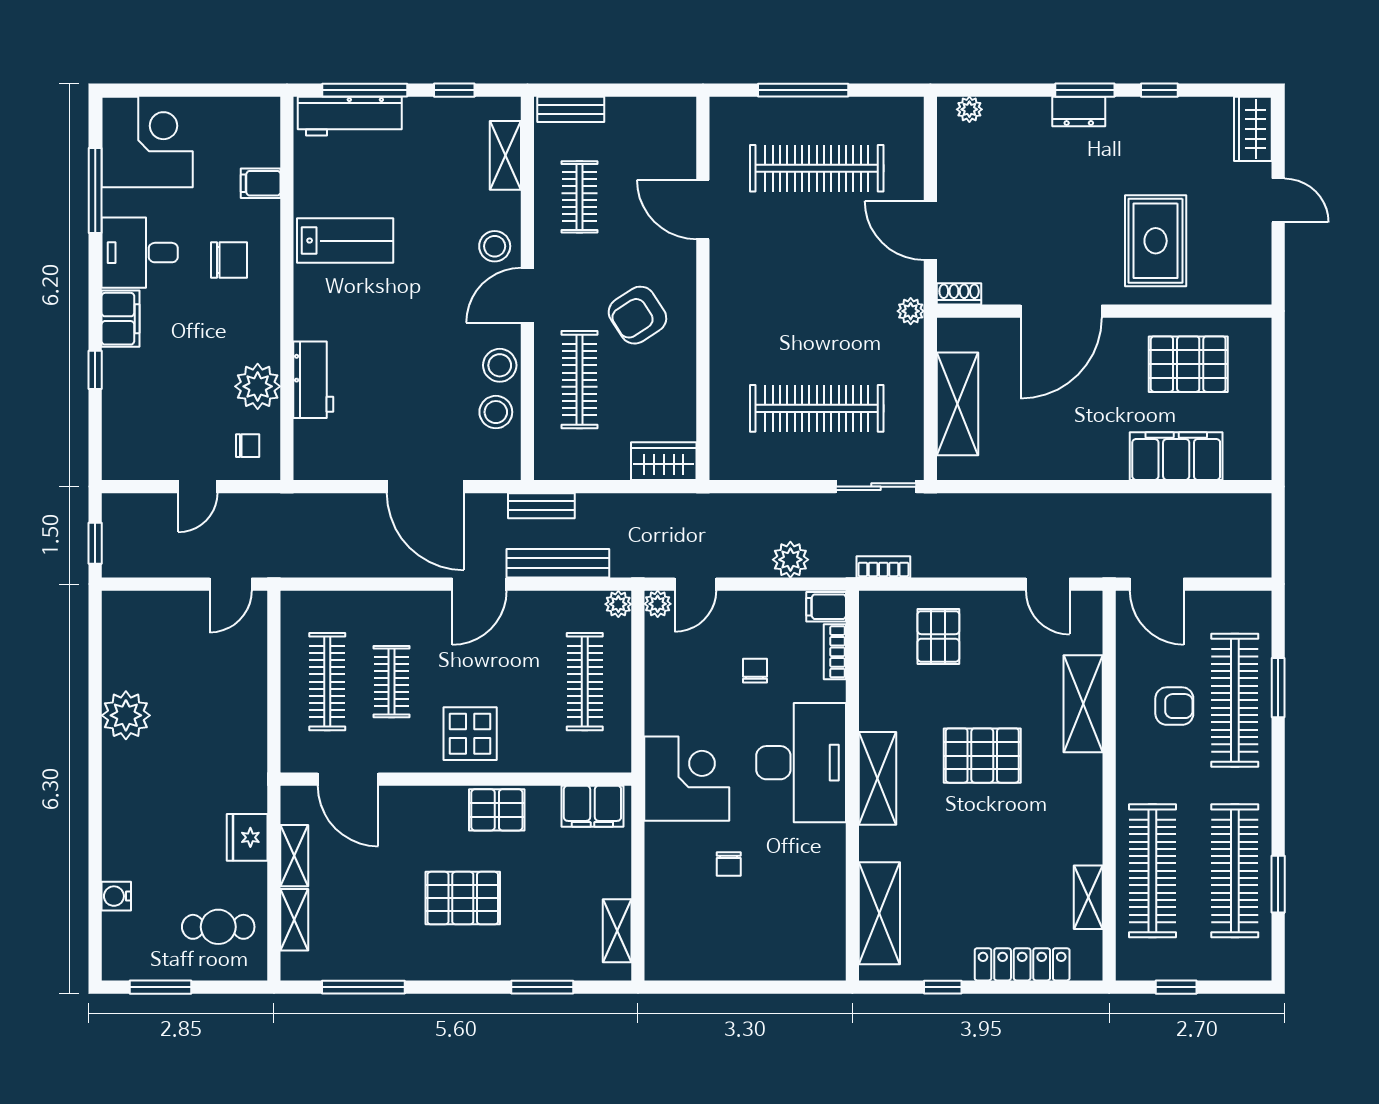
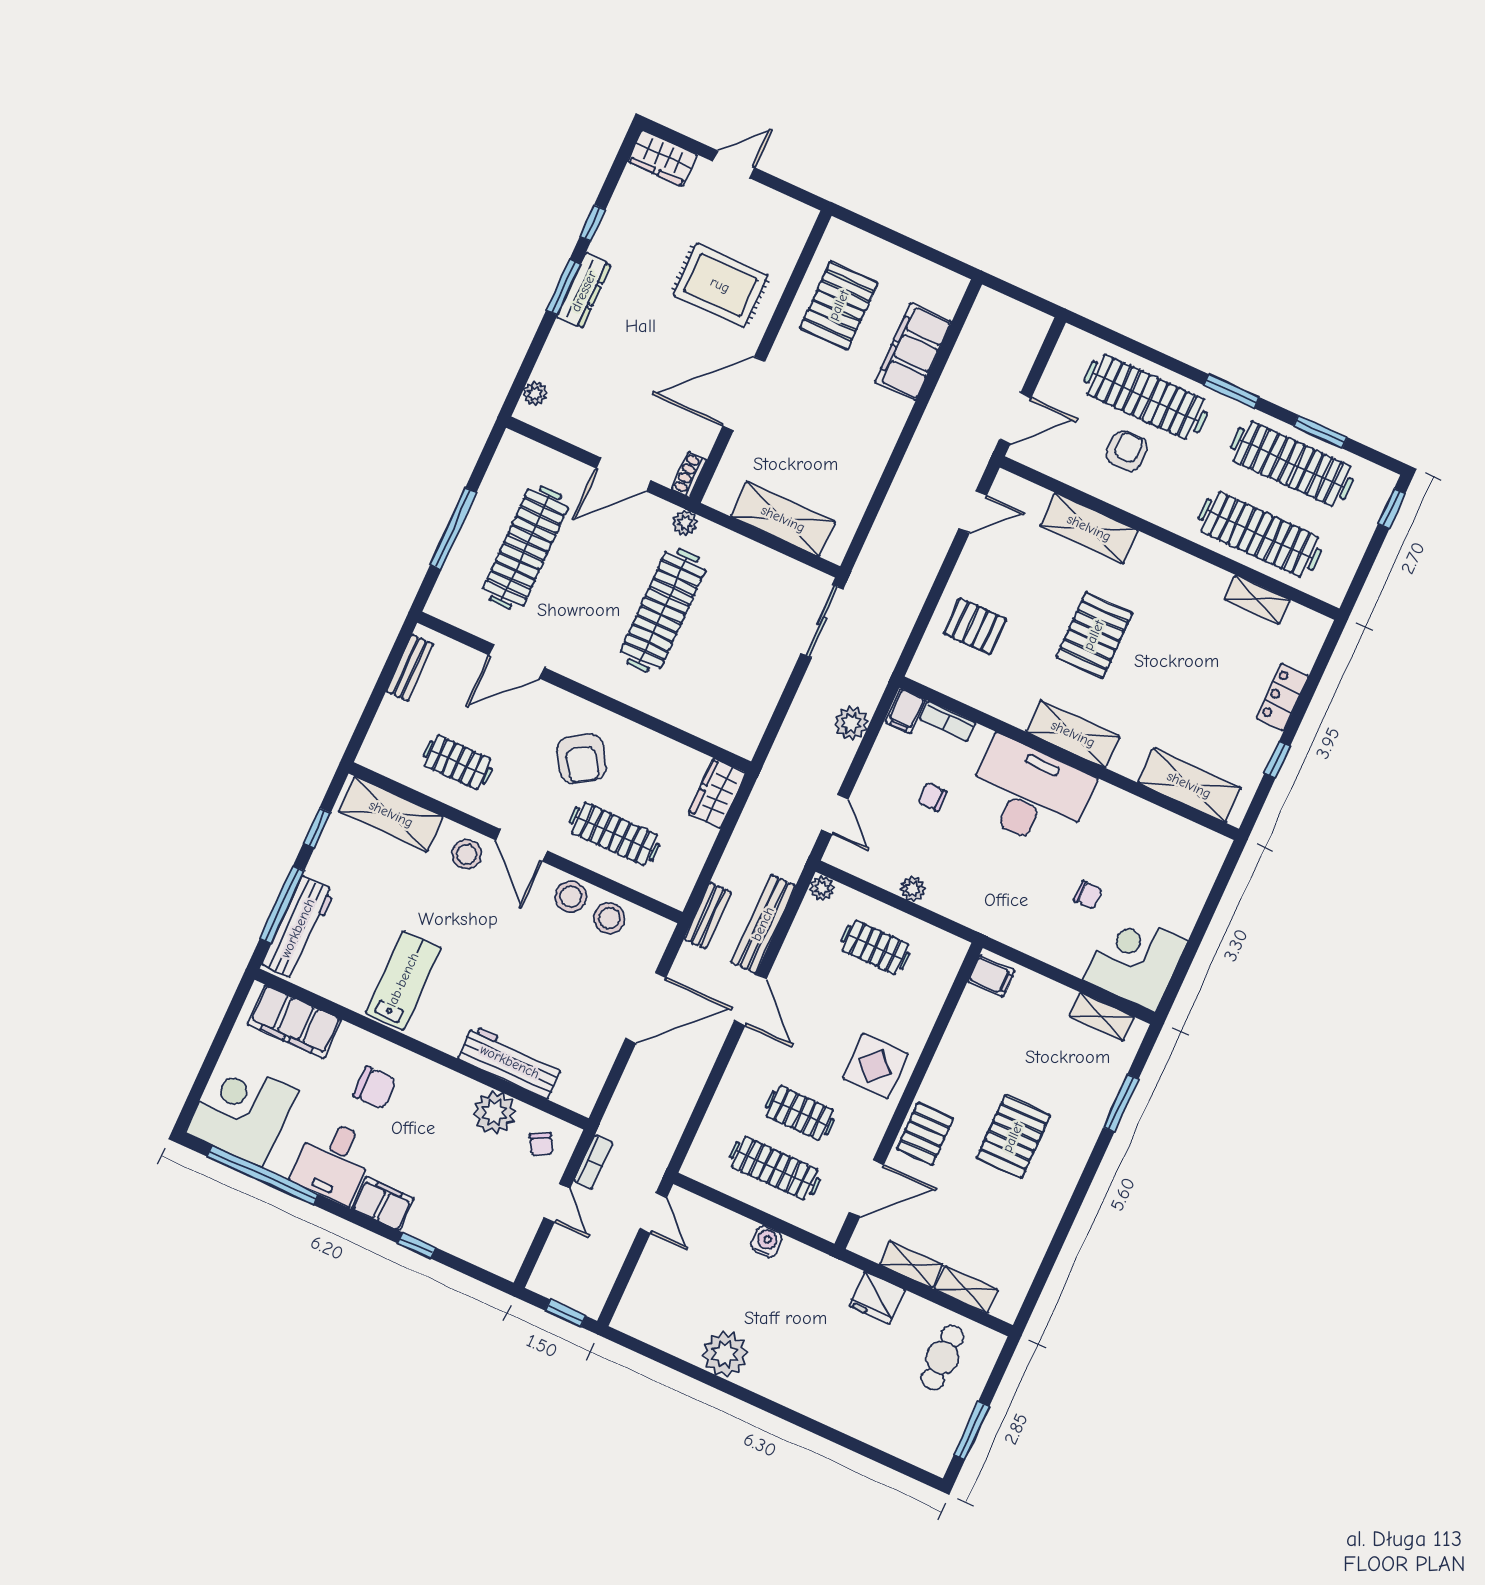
bench: (571, 109) -> (410, 668), moved
dresser: (1079, 111) -> (584, 291), width x1.44
shelving: (505, 155) -> (391, 814), width x1.50, depth x1.33
filing cabinet: (261, 183) -> (294, 1022), width x3.00, depth x1.17
window: (95, 191) -> (263, 1175), width x1.46
chair: (229, 260) -> (375, 1088), turned 90
door: (1061, 311) -> (744, 394), swing flipped
workbench: (313, 380) -> (510, 1062), width x1.38
clothes rail: (817, 408) -> (663, 610), moved
chair: (248, 446) -> (541, 1144), turned 151
bookcase: (883, 567) -> (593, 1162), moved, turned 180
plant: (658, 604) -> (913, 889), moved
clothes rail: (585, 682) -> (875, 947), width x0.73
window: (1278, 688) -> (1232, 391), moved
corner desk: (687, 779) -> (1135, 960), moved
filing cabinet: (592, 806) -> (991, 976), width x0.50
pallet: (497, 810) -> (925, 1134), moved
water cooler: (116, 896) -> (766, 1241), moved, turned 180
locker: (1022, 964) -> (1282, 697), width x0.66
window: (363, 987) -> (1051, 1257), removed
window: (1176, 987) -> (1392, 508), moved

